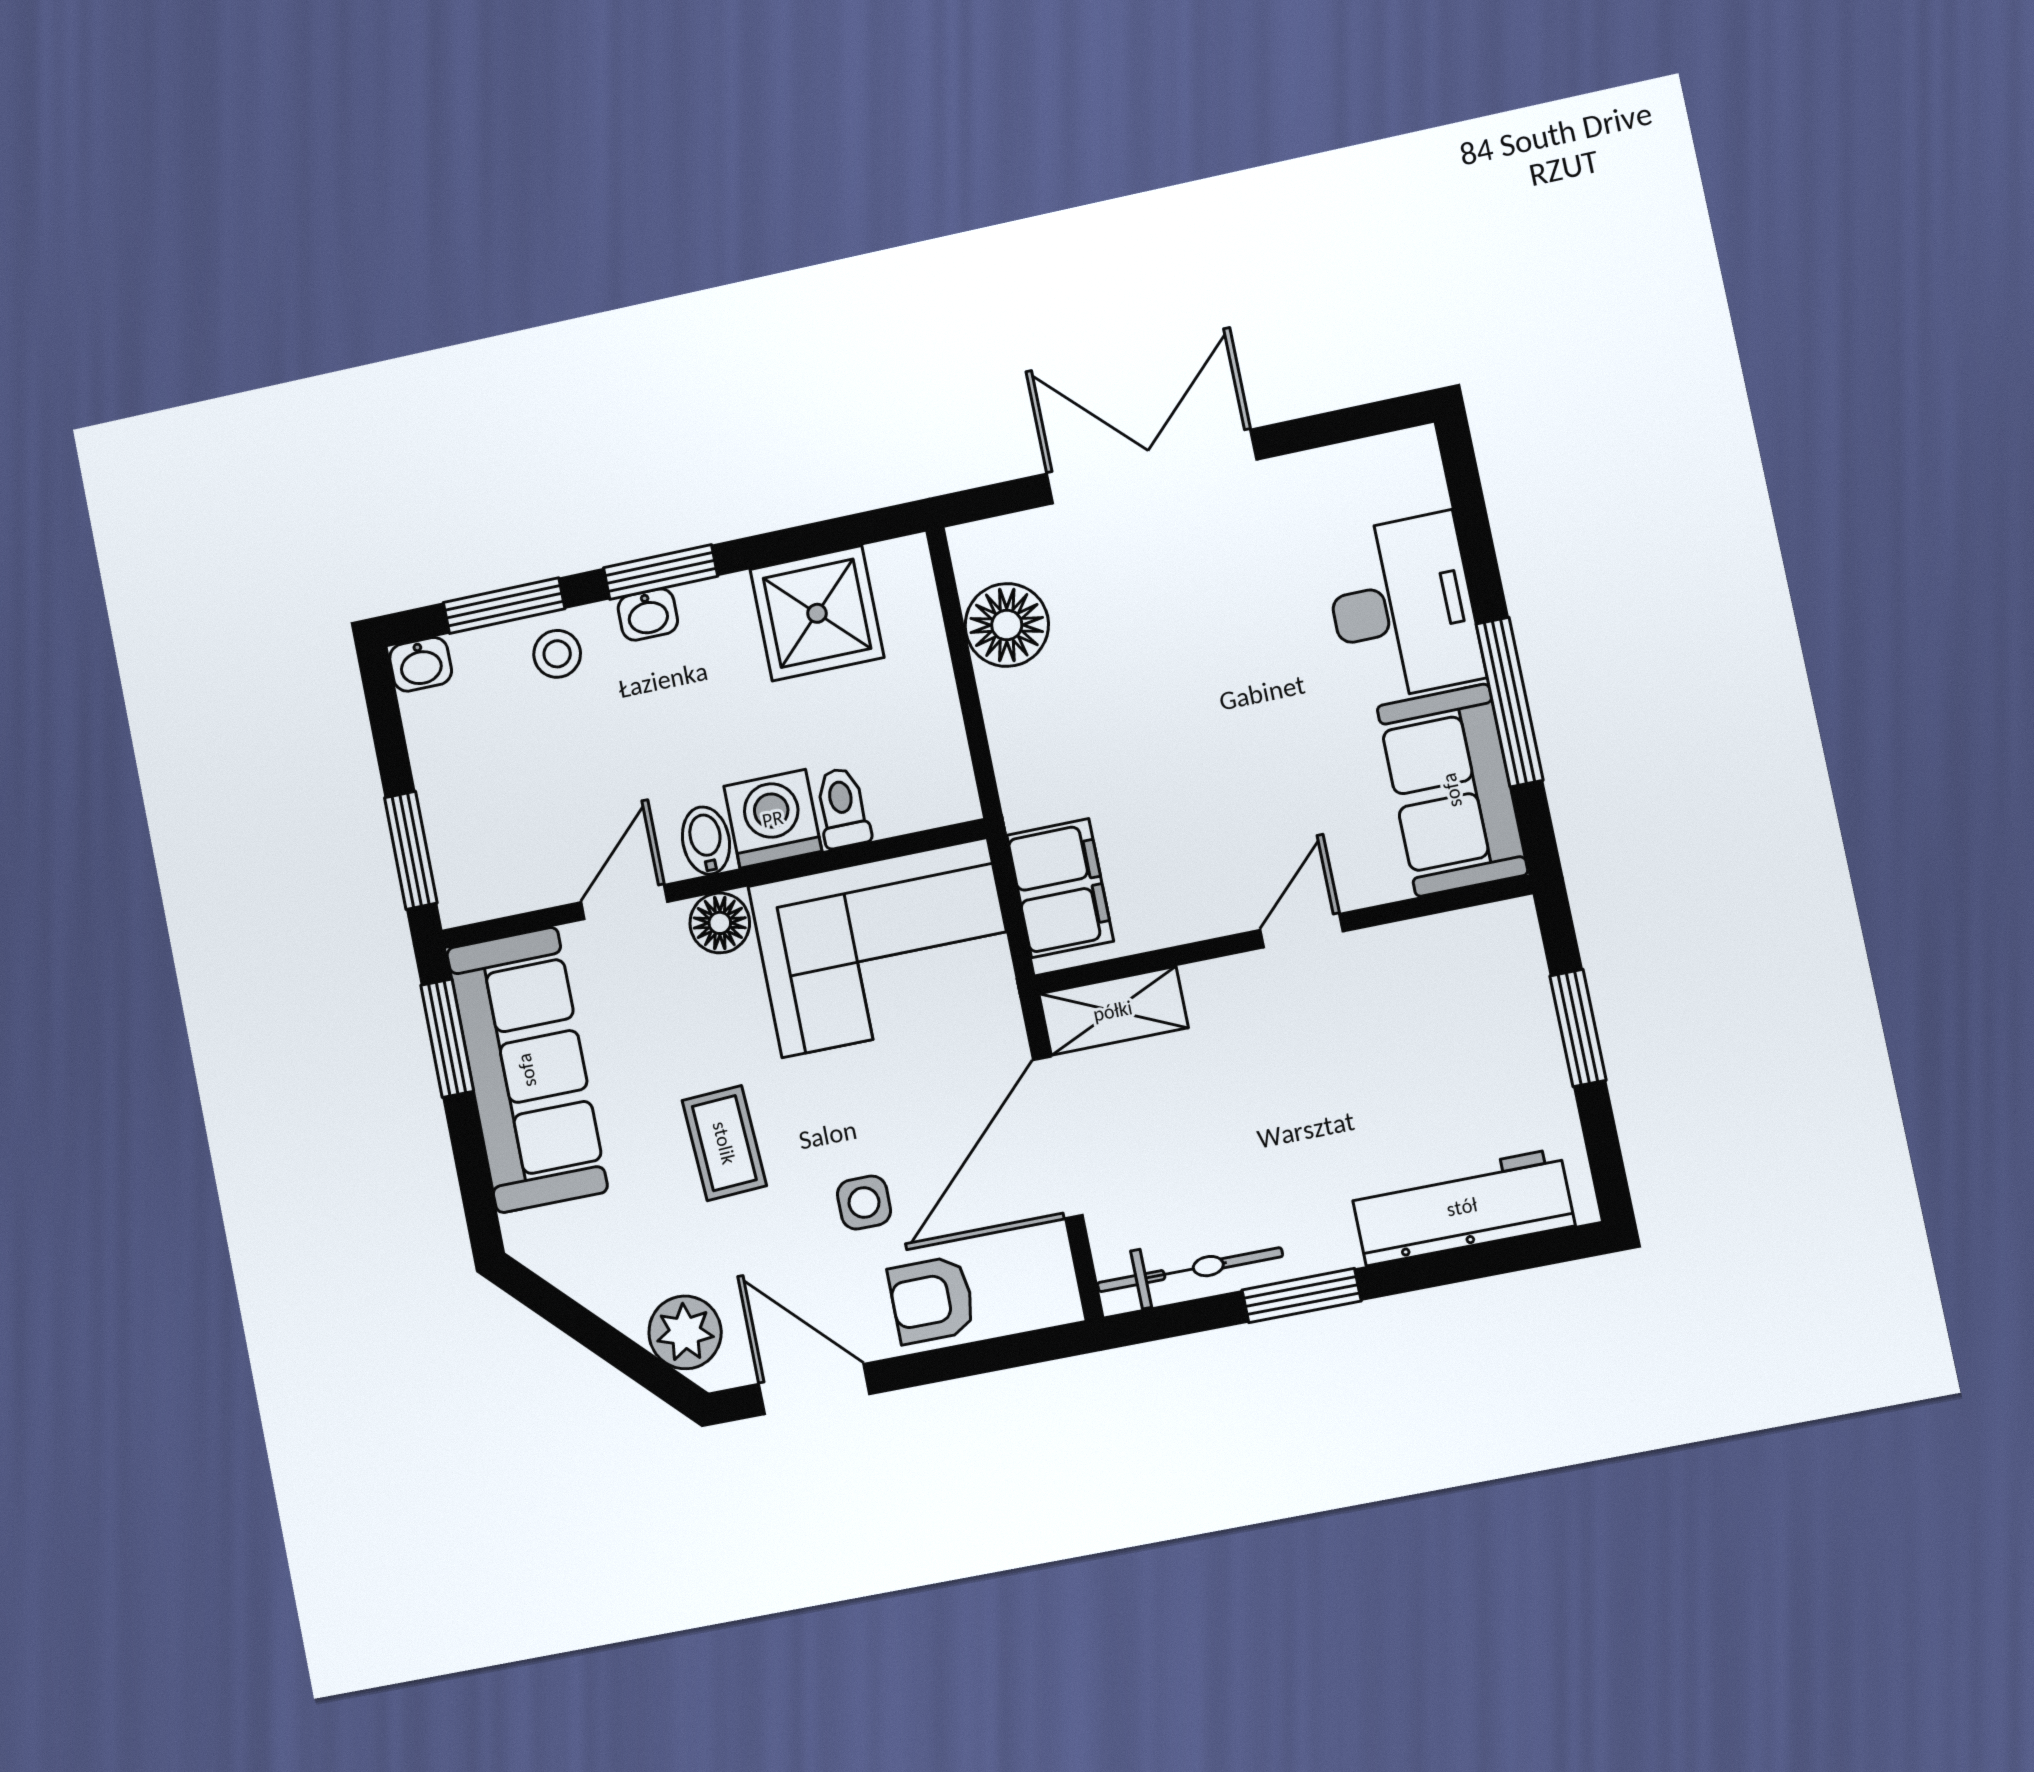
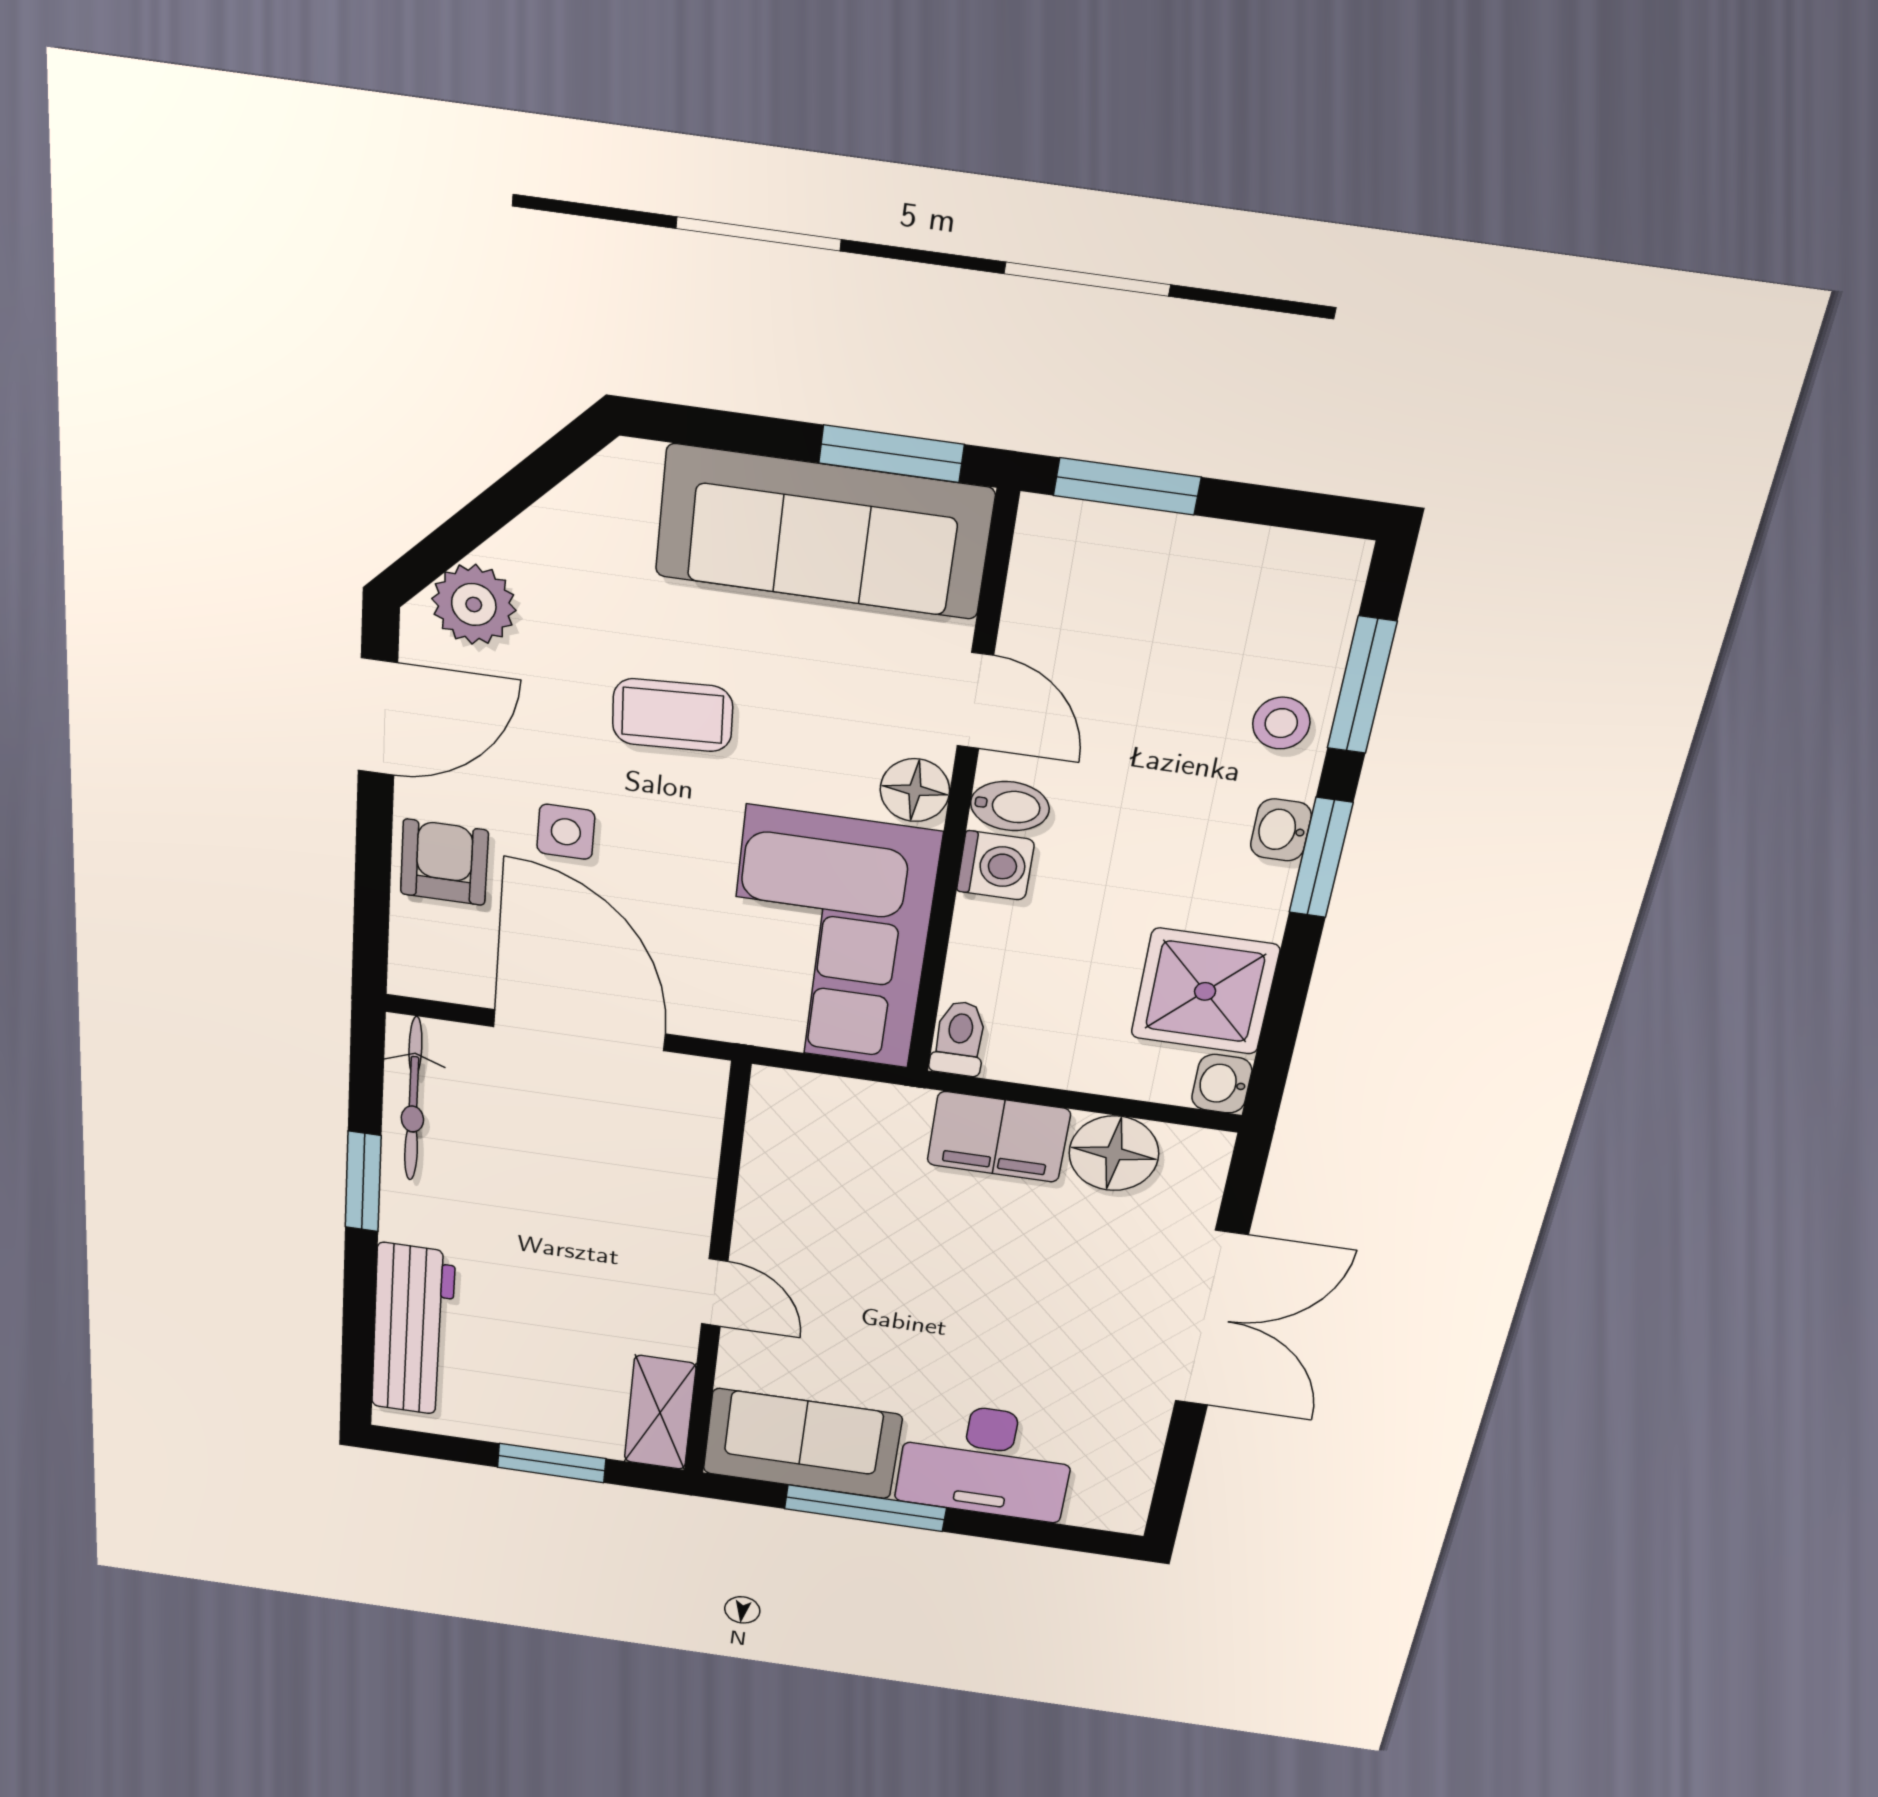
washbasin: (421, 664) -> (1222, 1084), moved
toilet: (842, 808) -> (959, 1039), moved, turned -90
washing machine: (773, 819) -> (996, 866), width x0.73, depth x0.73
filing cabinet: (1060, 888) -> (999, 1137), moved
shelving: (1113, 1011) -> (660, 1413), moved

